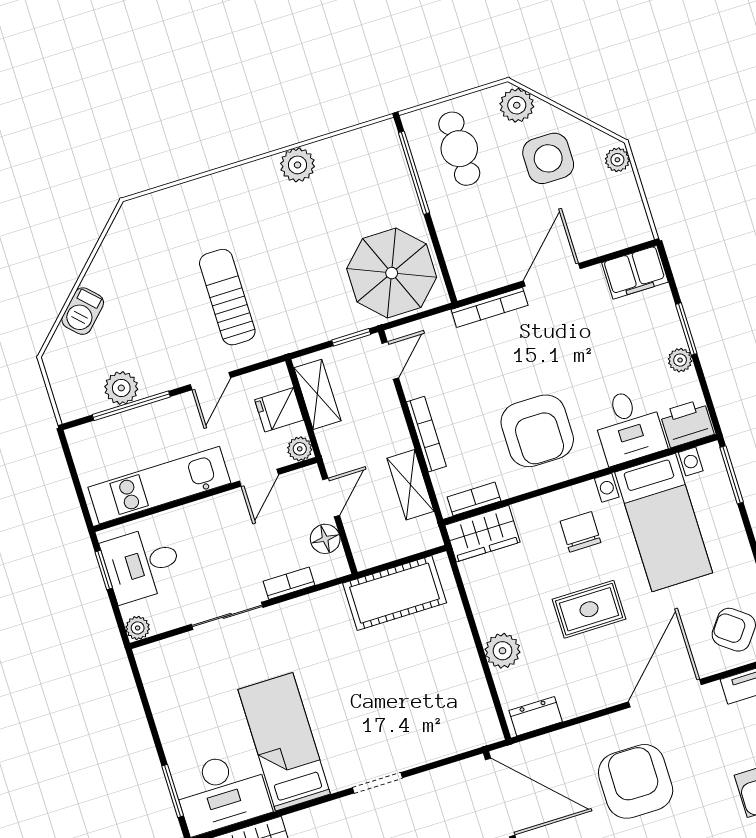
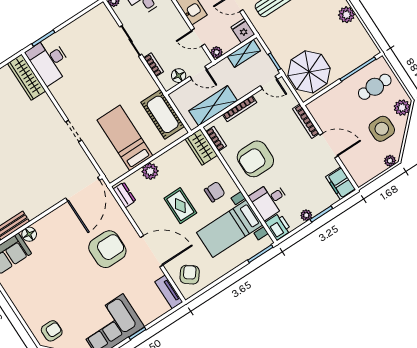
fridge: (279, 410) -> (243, 31), moved
shelving: (410, 485) -> (213, 106), width x1.50, depth x1.33
bed: (284, 742) -> (125, 138), moved, turned -90

